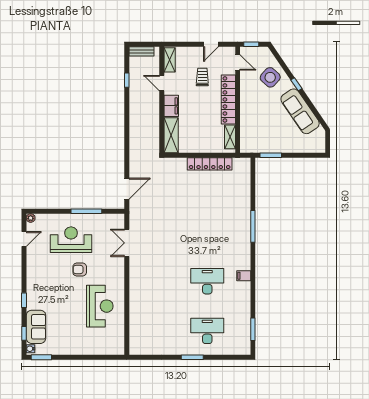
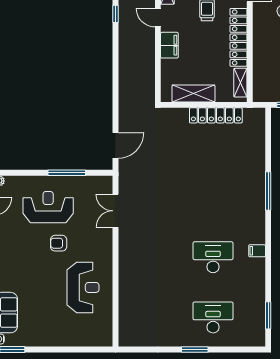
shelving: (171, 135) -> (193, 94), moved, turned 90

